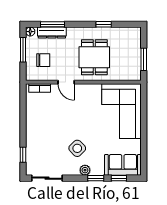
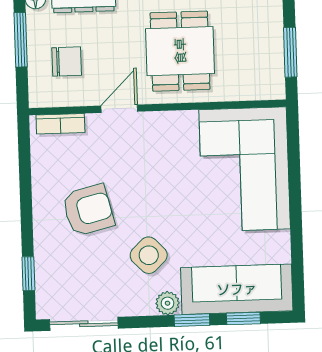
door: (66, 82) -> (119, 109), swing flipped
armchair: (51, 127) -> (88, 210), added
sofa: (123, 165) -> (237, 289), width x1.36

